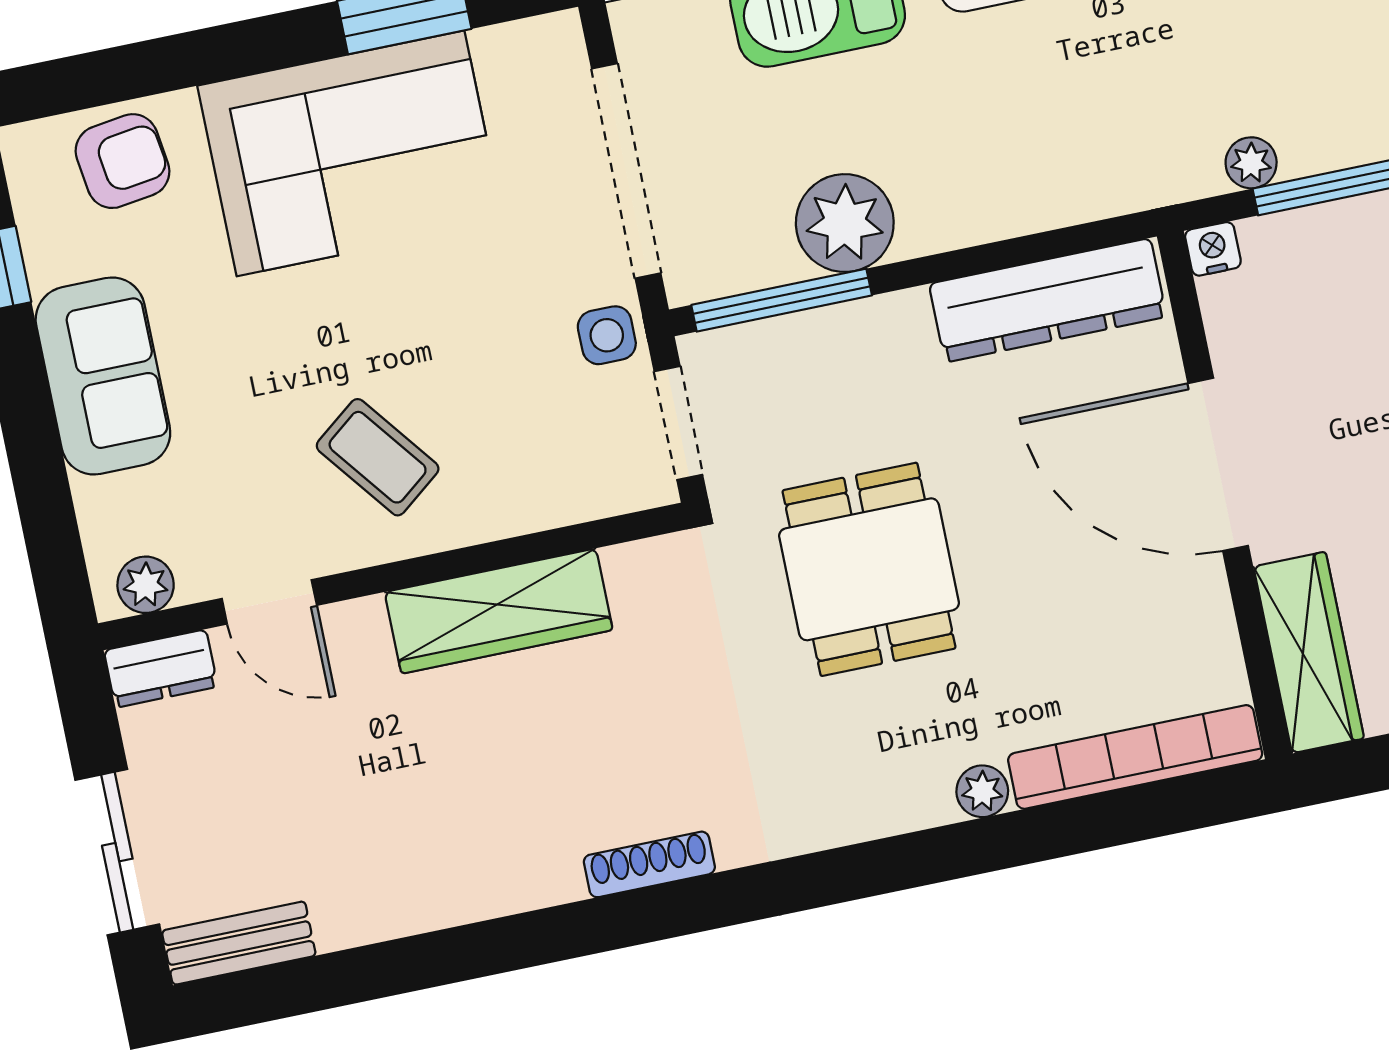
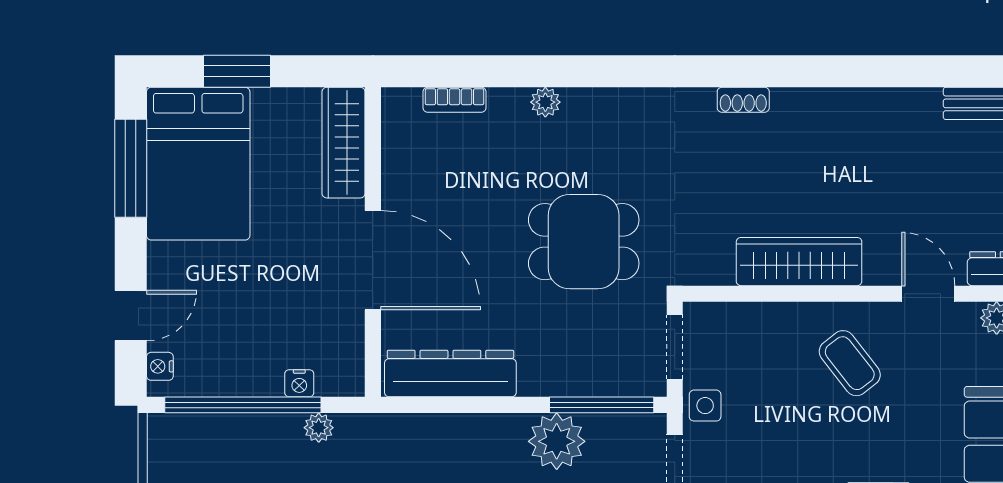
nightstand: (1213, 249) -> (299, 383), moved
dining table: (869, 569) -> (584, 242), turned 90
bookcase: (1135, 757) -> (454, 100), width x0.43, depth x0.76
shoe rack: (649, 864) -> (743, 100), width x0.70

